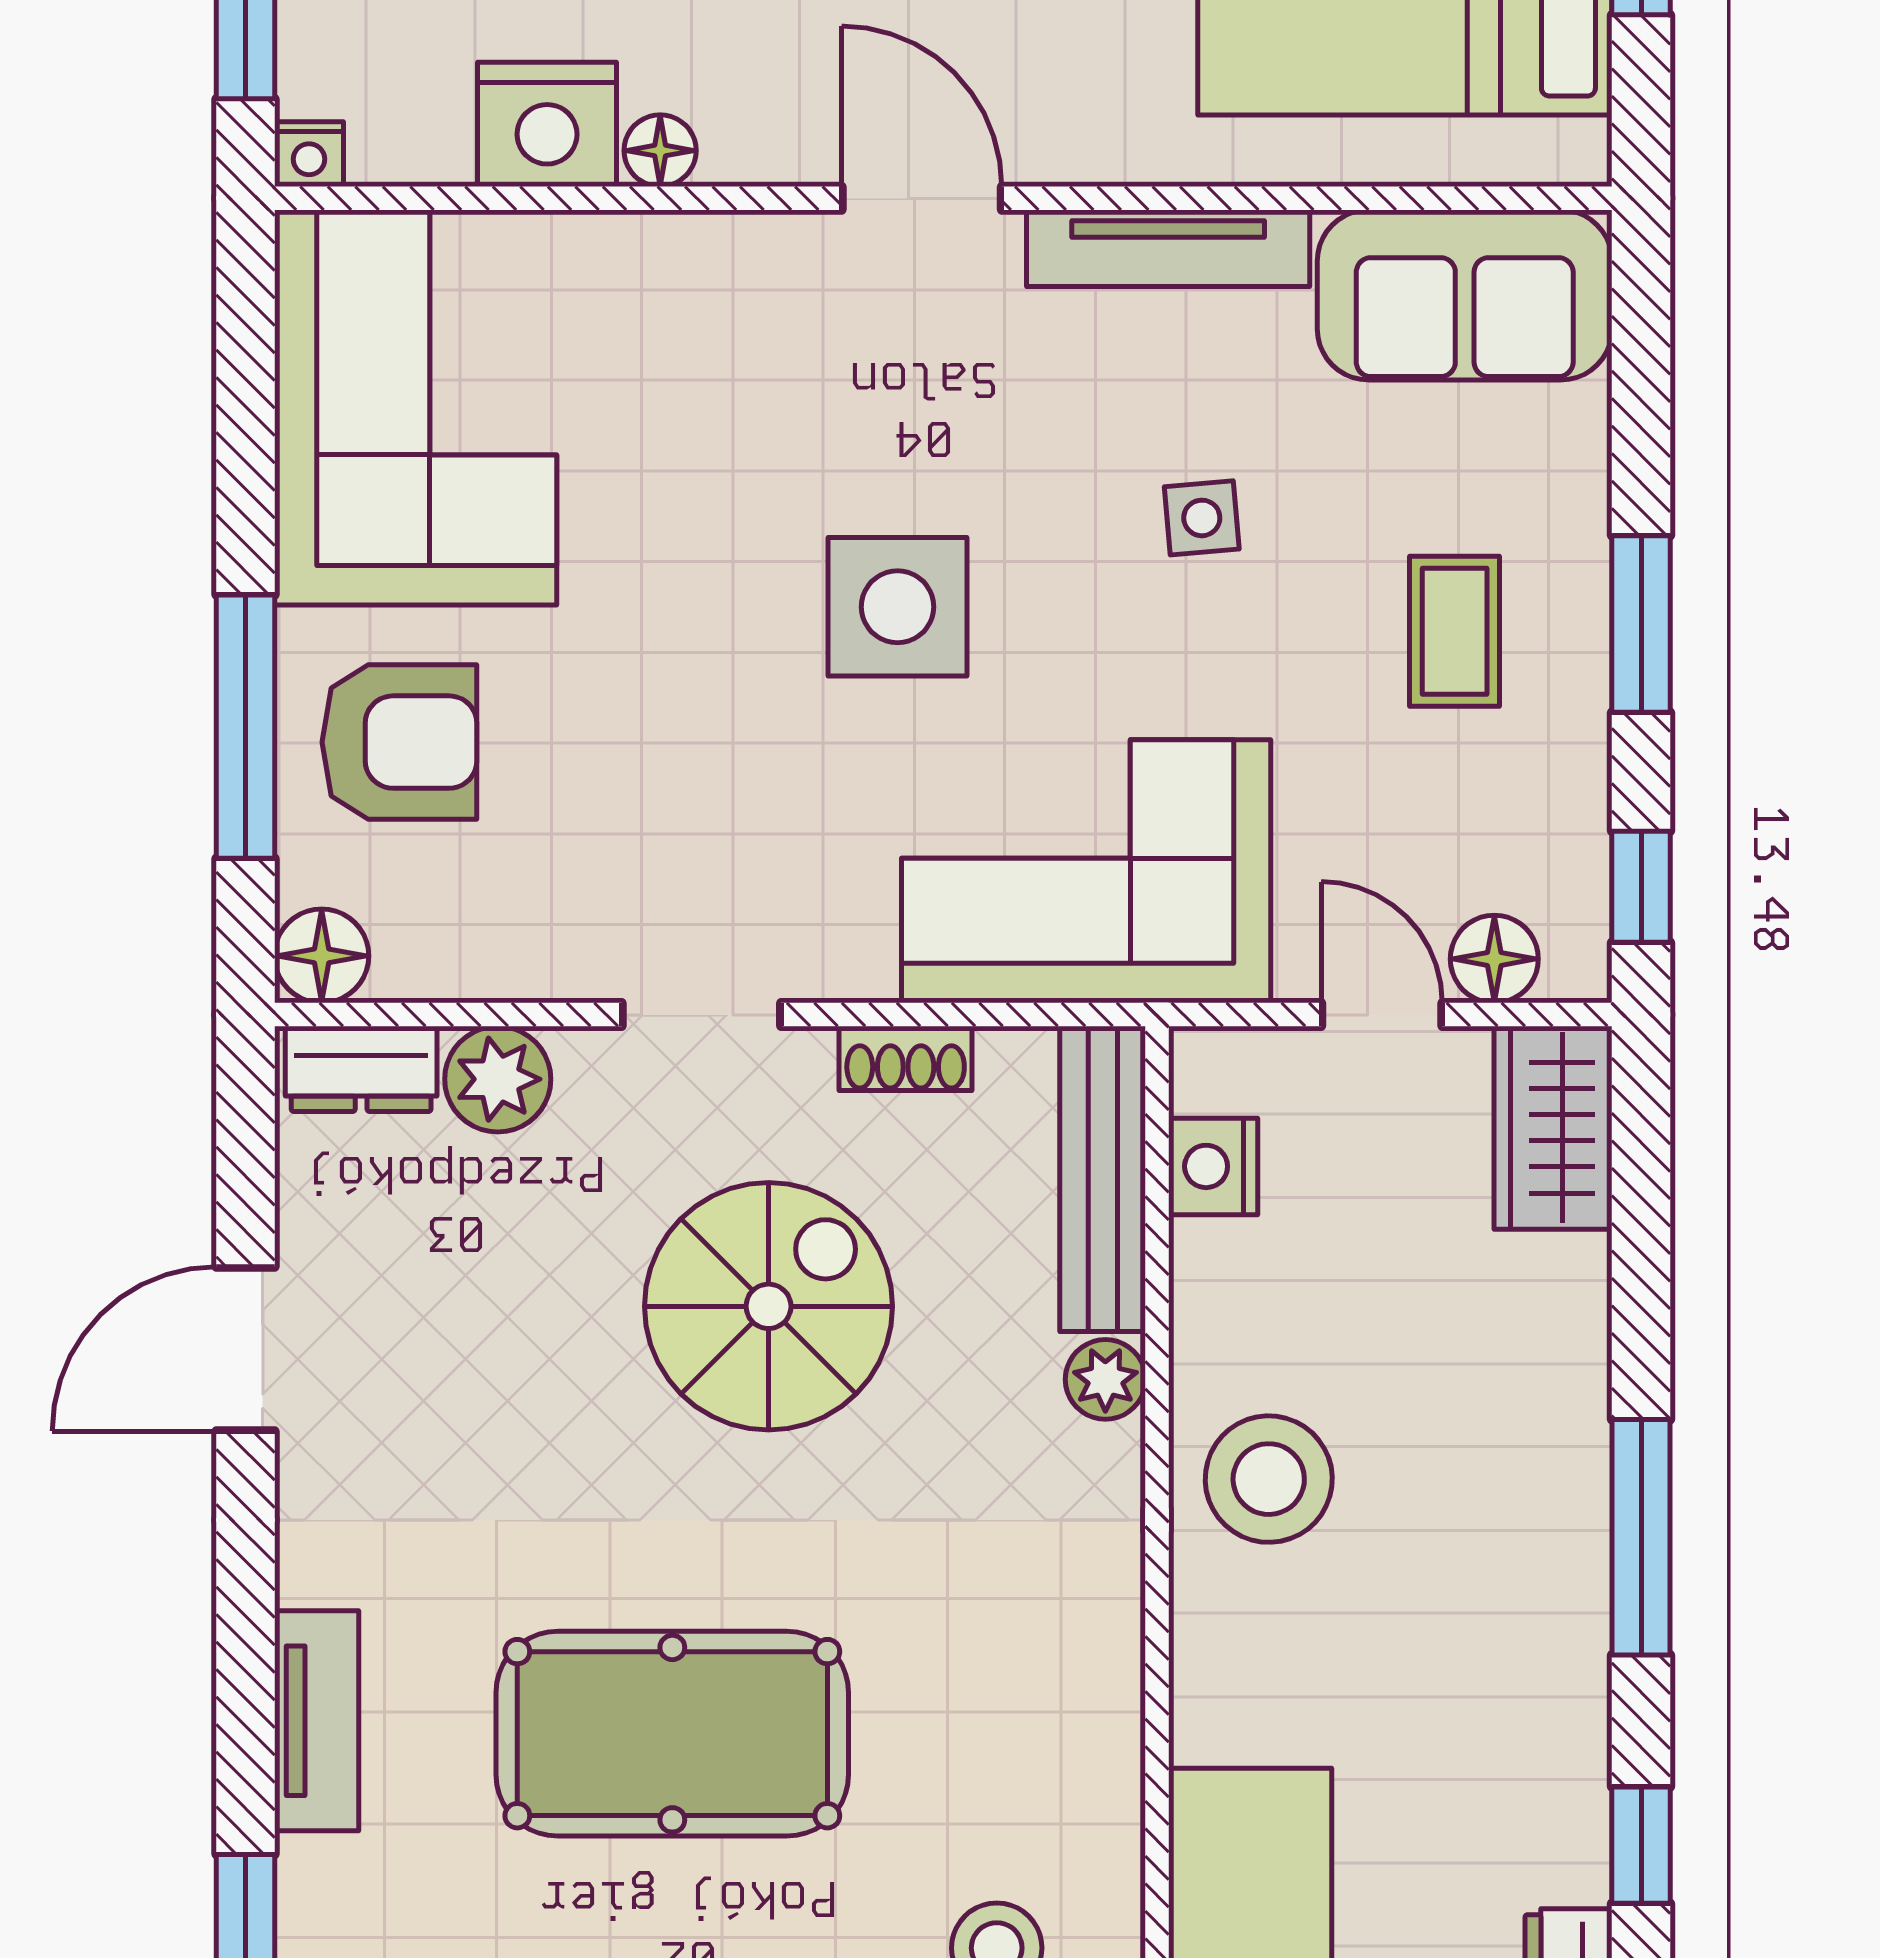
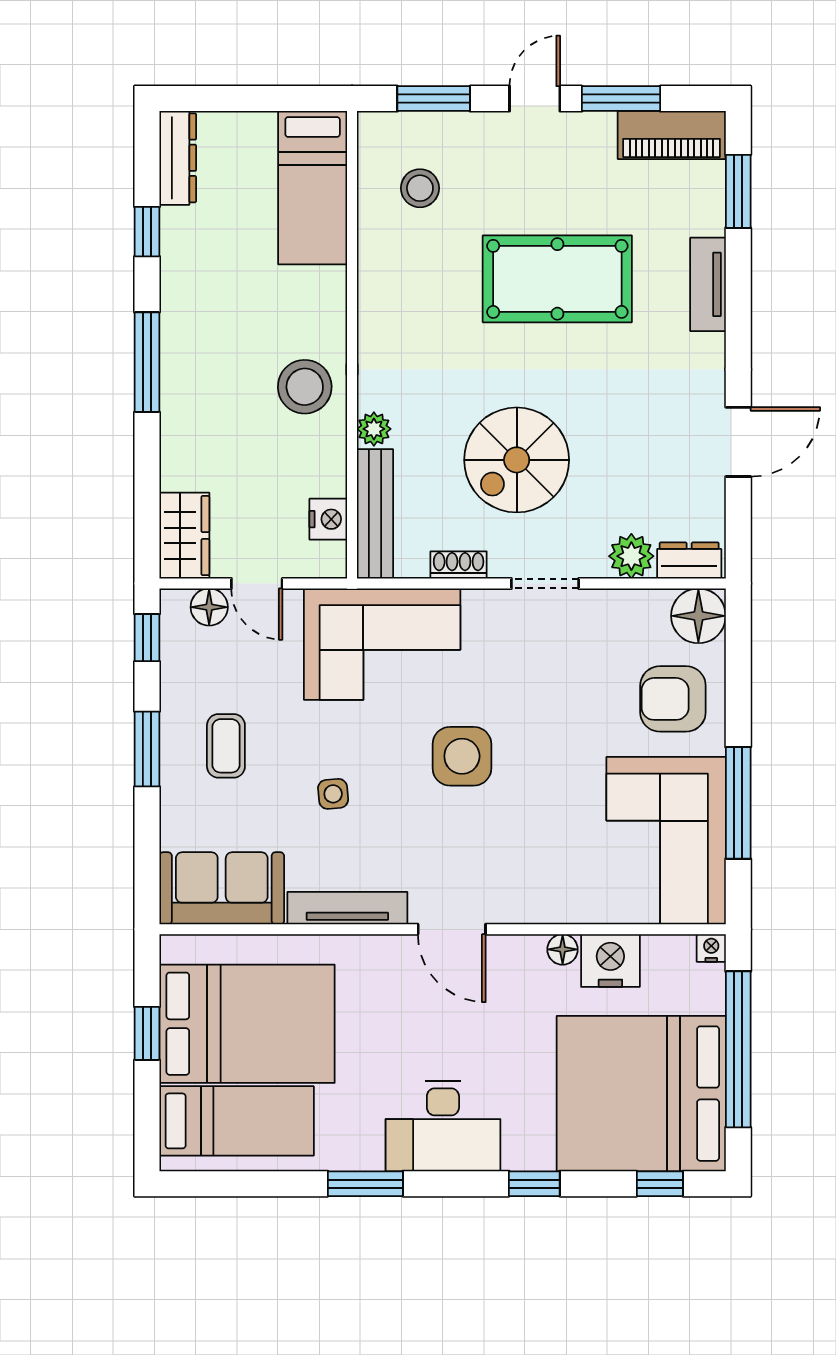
window: (245, 727) -> (738, 803), moved
floor lamp: (322, 956) -> (698, 616), width x1.38, depth x1.38

